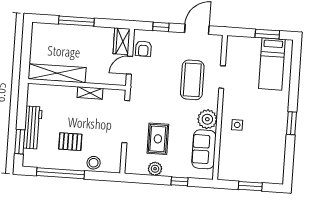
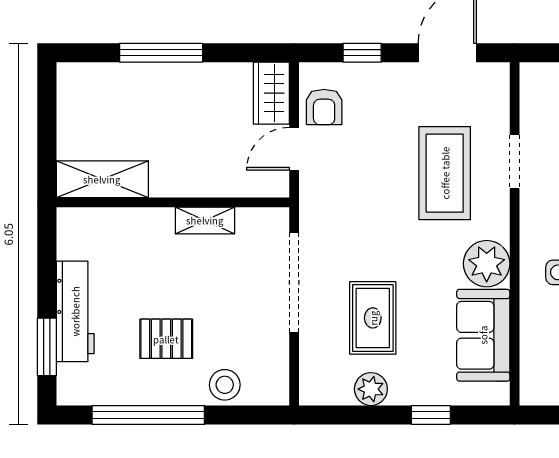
shelving: (57, 73) -> (102, 179), width x0.68

